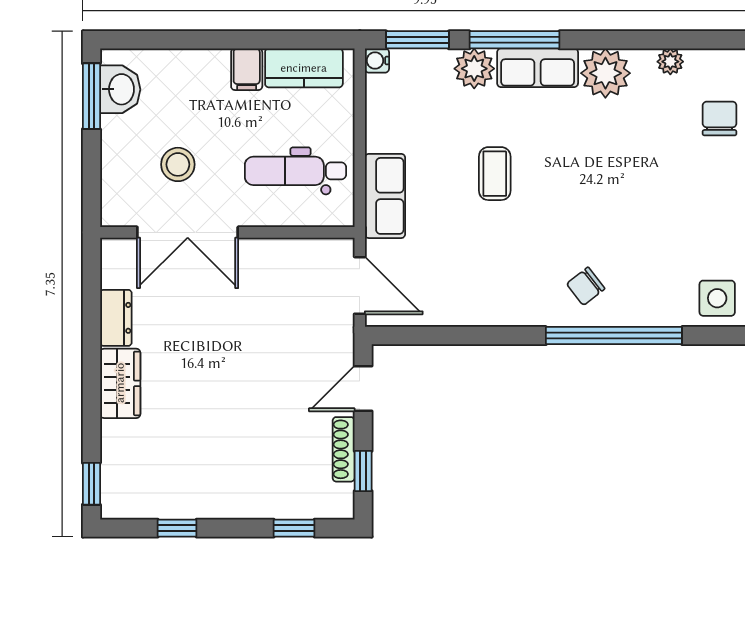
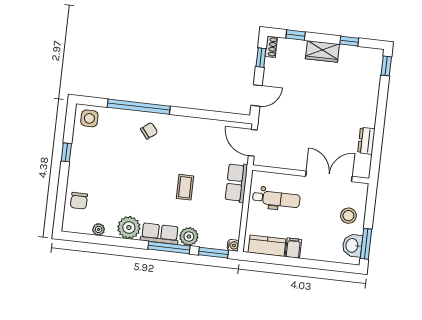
stool: (178, 164) -> (348, 216), moved
wardrobe: (120, 383) -> (322, 51), moved, turned -90
shoe rack: (344, 449) -> (271, 47), moved, width x0.70

